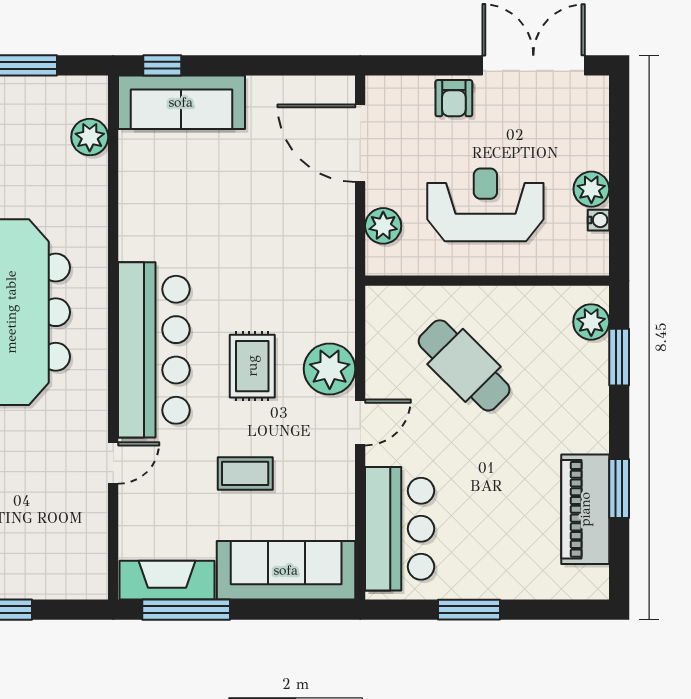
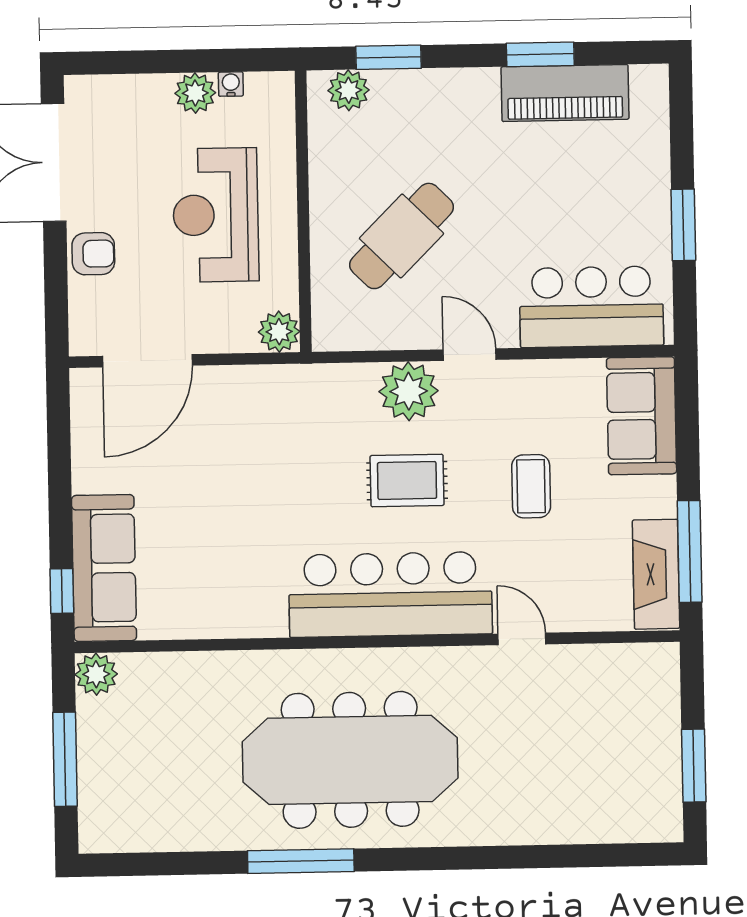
plant: (90, 137) -> (96, 674), moved
plant: (383, 226) -> (279, 332), moved
sofa: (286, 570) -> (642, 416), width x0.73

